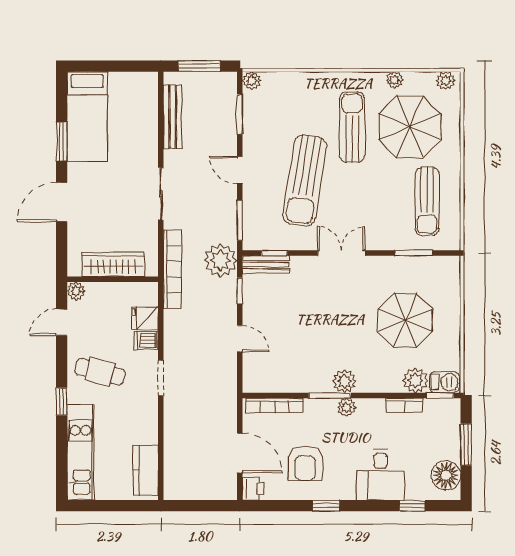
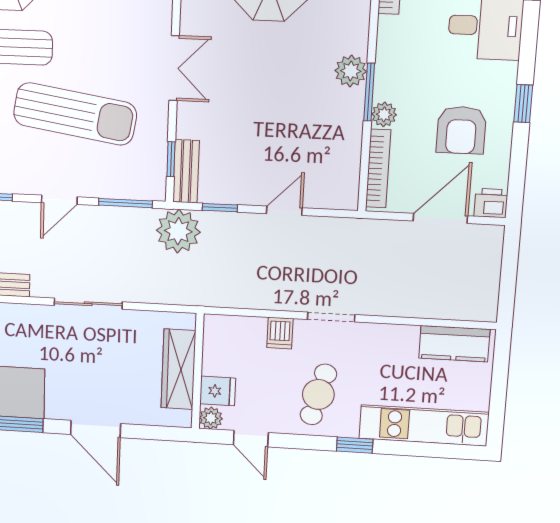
double door: (341, 253) -> (174, 68), swing flipped
bookcase: (172, 269) -> (187, 294), removed
fridge: (145, 318) -> (218, 391), moved, turned -90
plant: (346, 407) -> (384, 114), moved
armchair: (305, 463) -> (461, 130), turned 90

